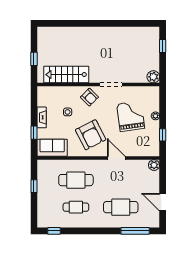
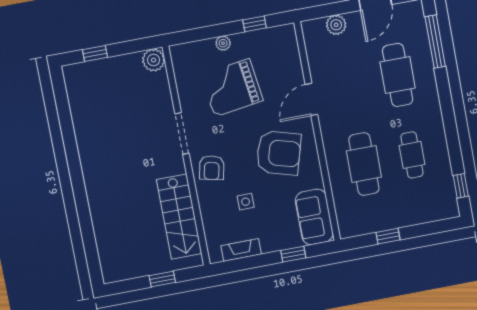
armchair: (89, 97) -> (212, 168), turned 147
fireplace: (42, 117) -> (241, 250), moved
armchair: (91, 135) -> (279, 153), turned 43
plant: (154, 165) -> (336, 25), moved

